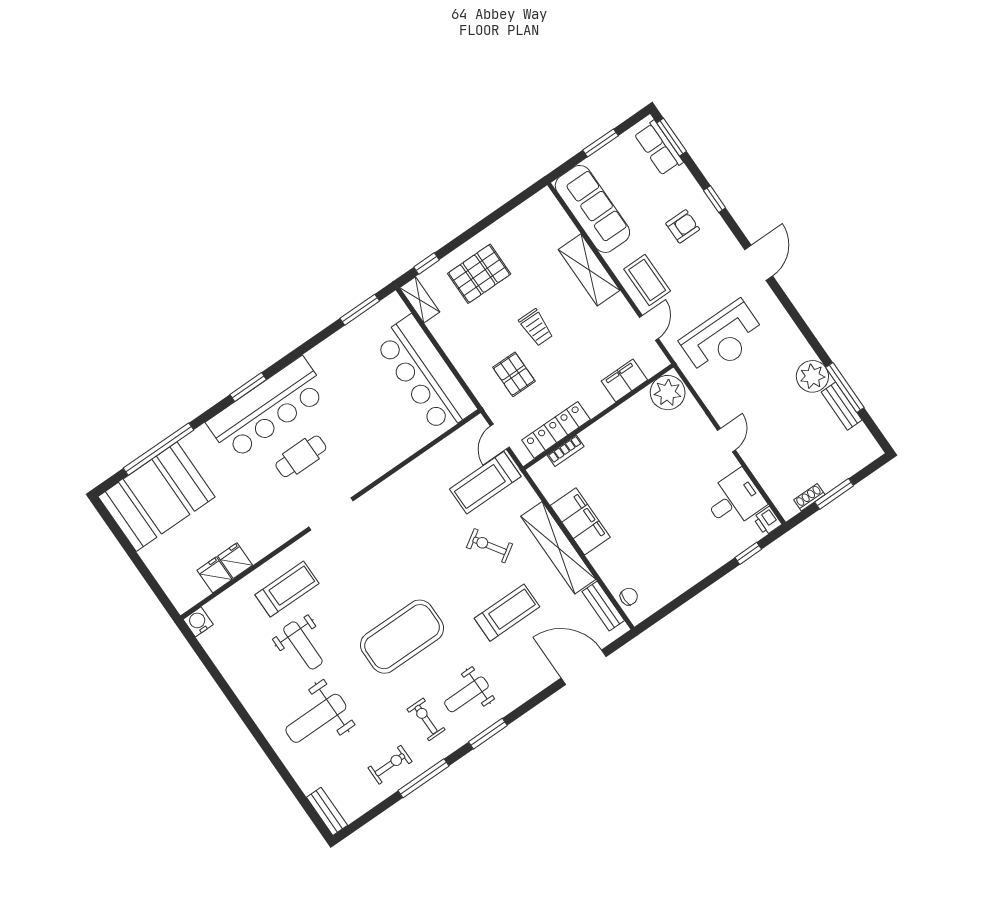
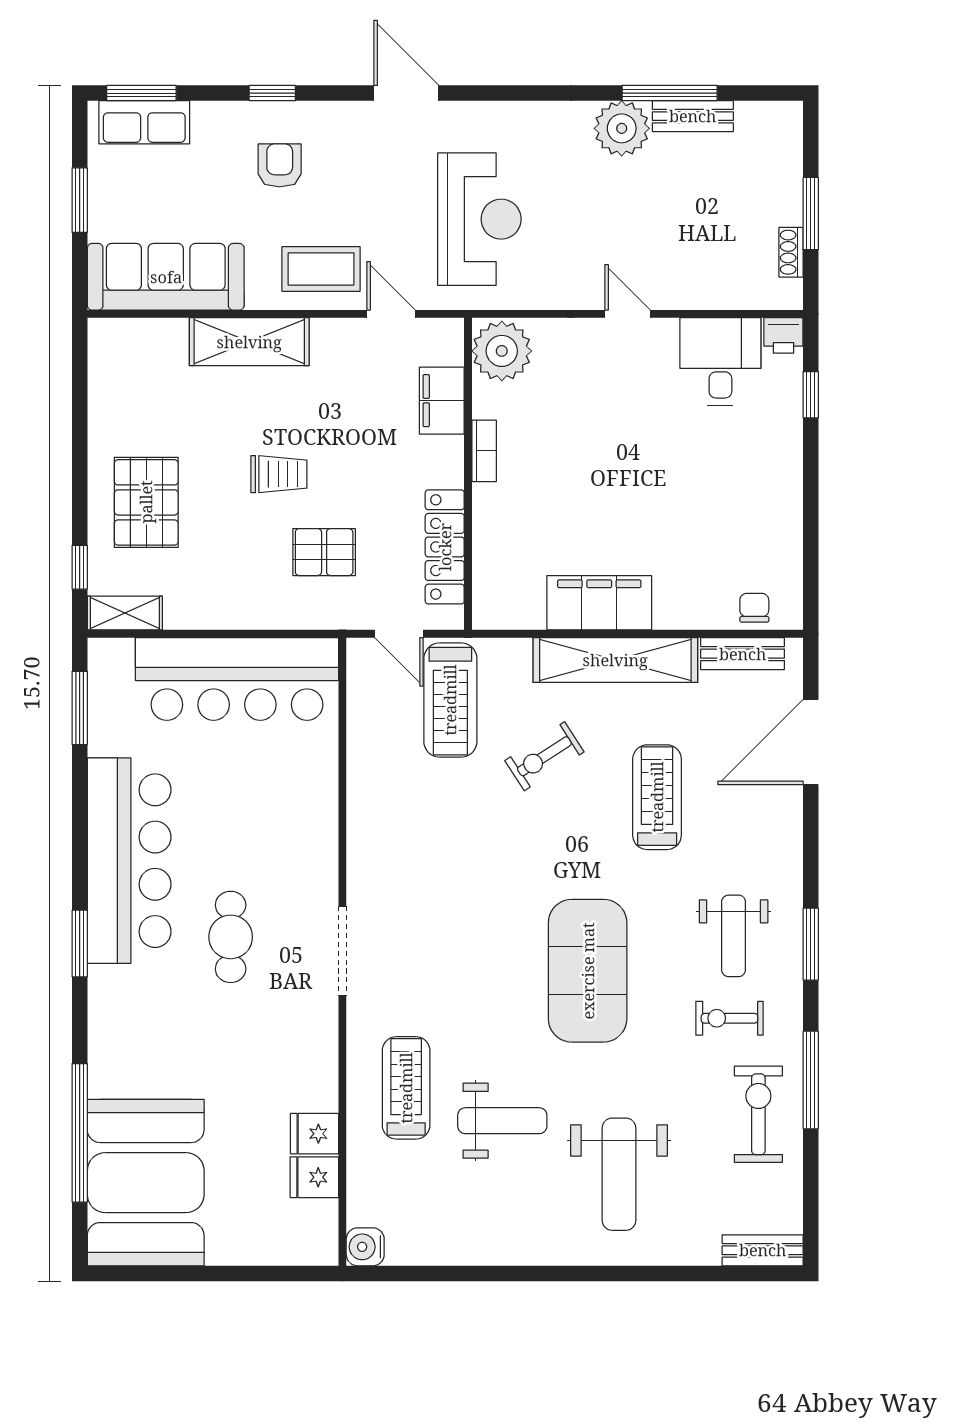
bar counter: (267, 408) -> (129, 861), moved
bookcase: (566, 451) -> (484, 451), moved
exercise bike: (390, 765) -> (758, 1114), width x1.38, depth x1.39

